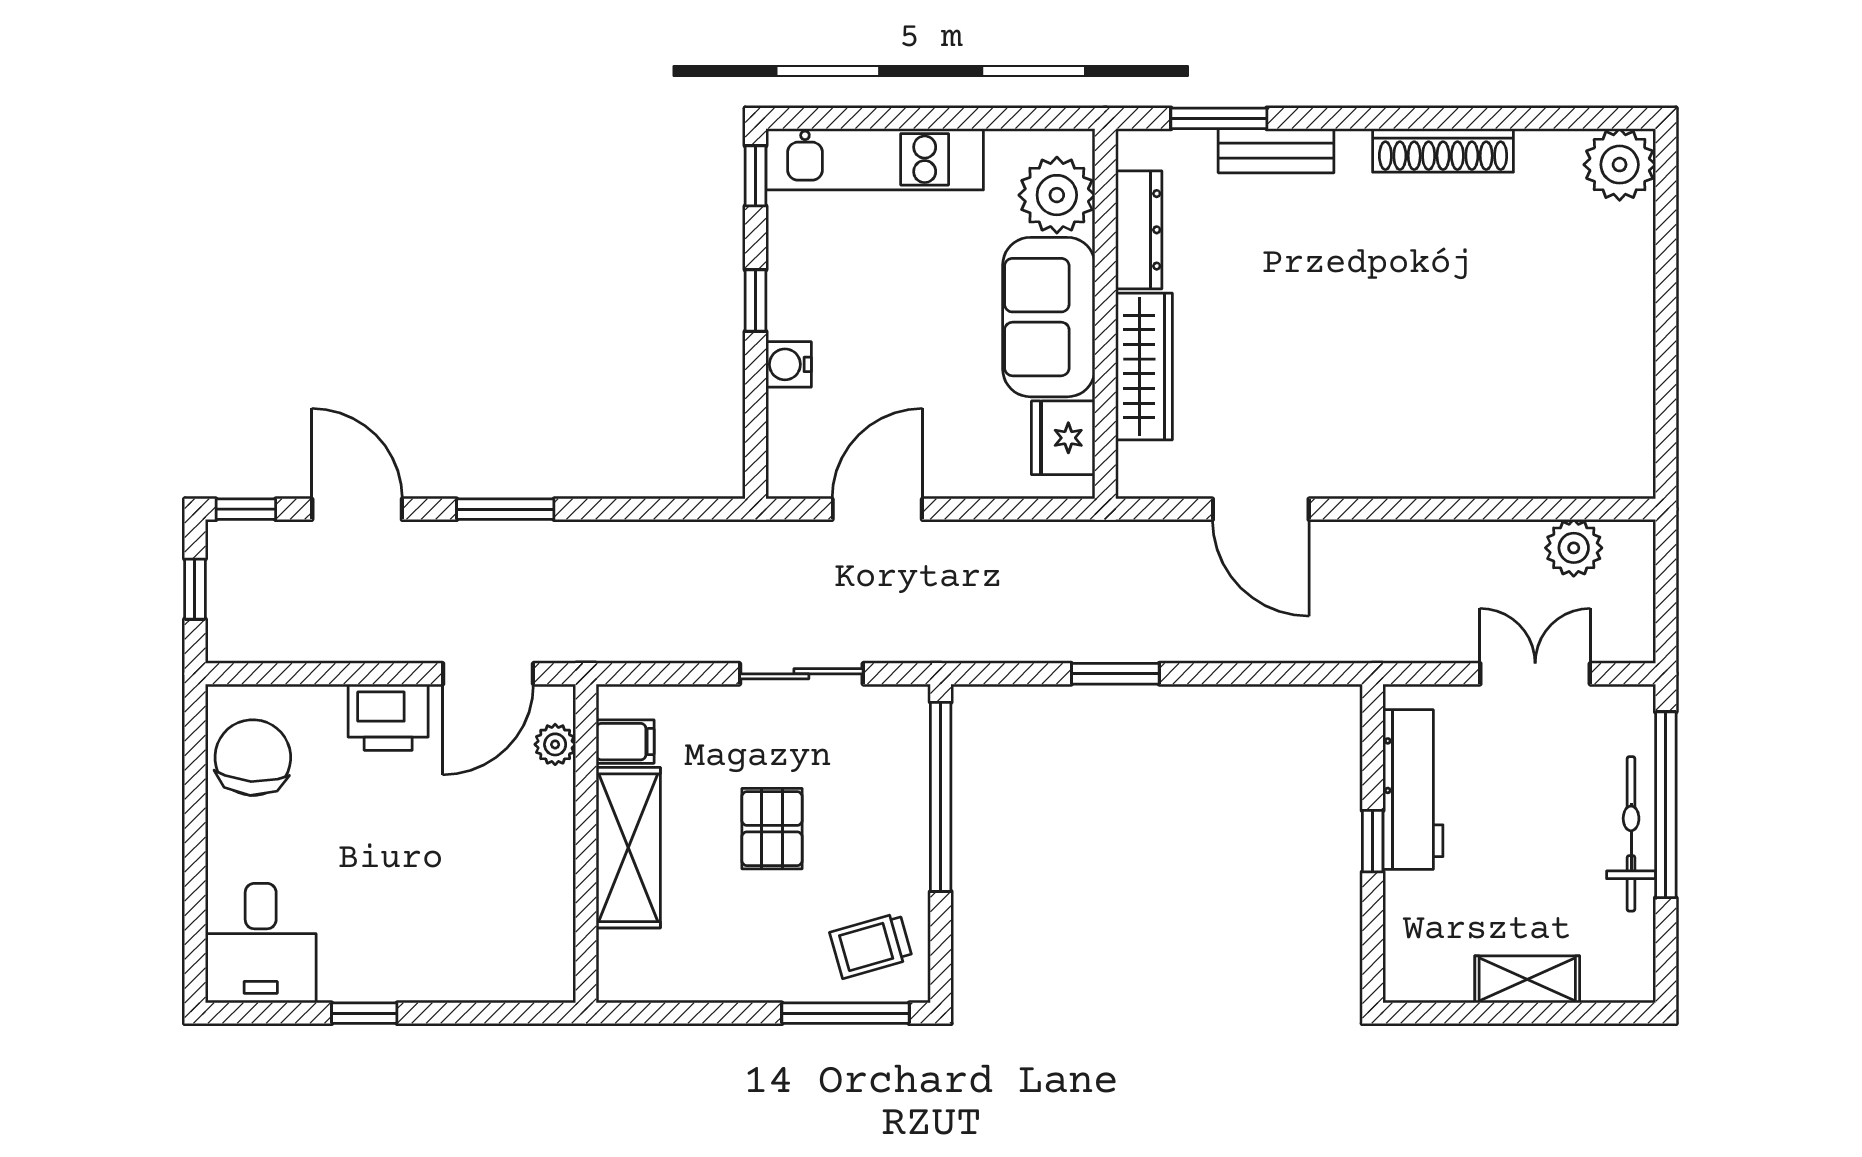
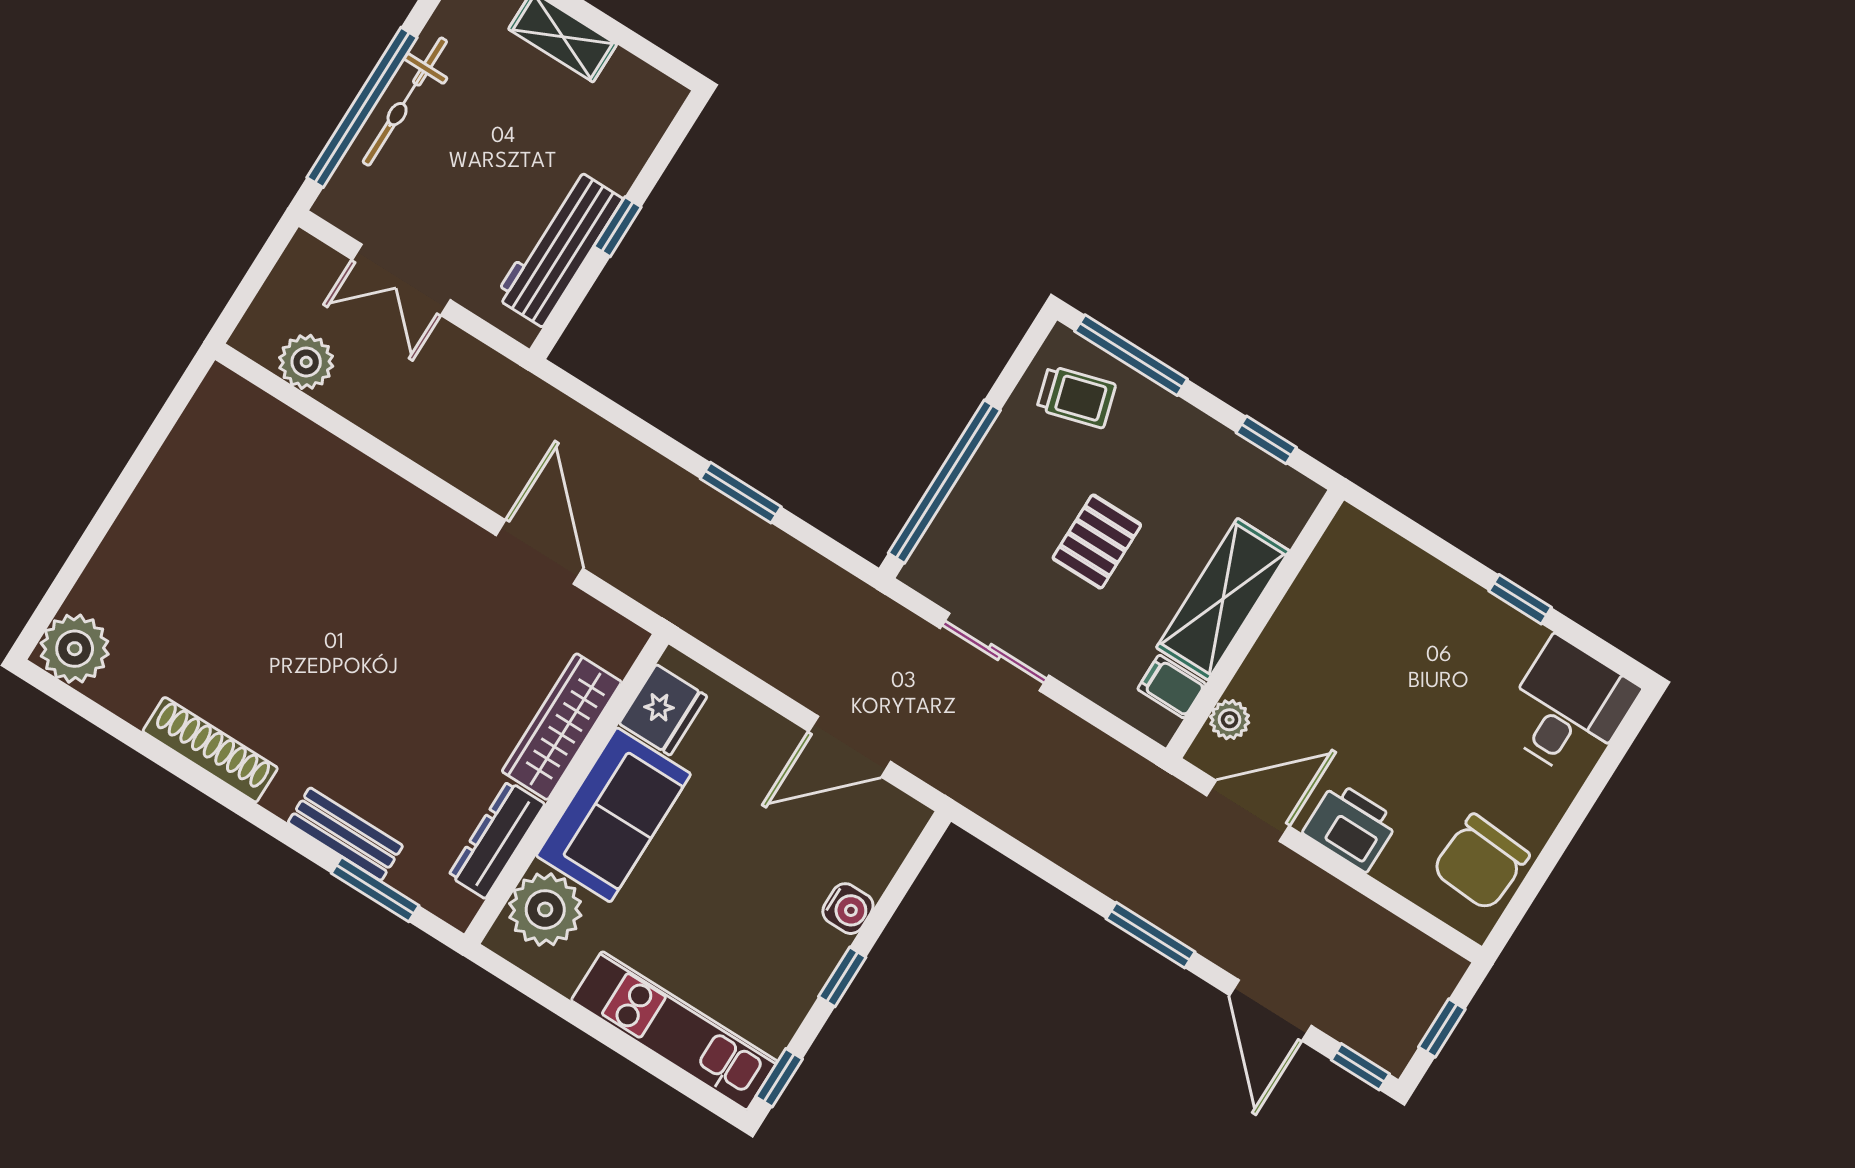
window: (678, 1013) -> (1266, 440), added

